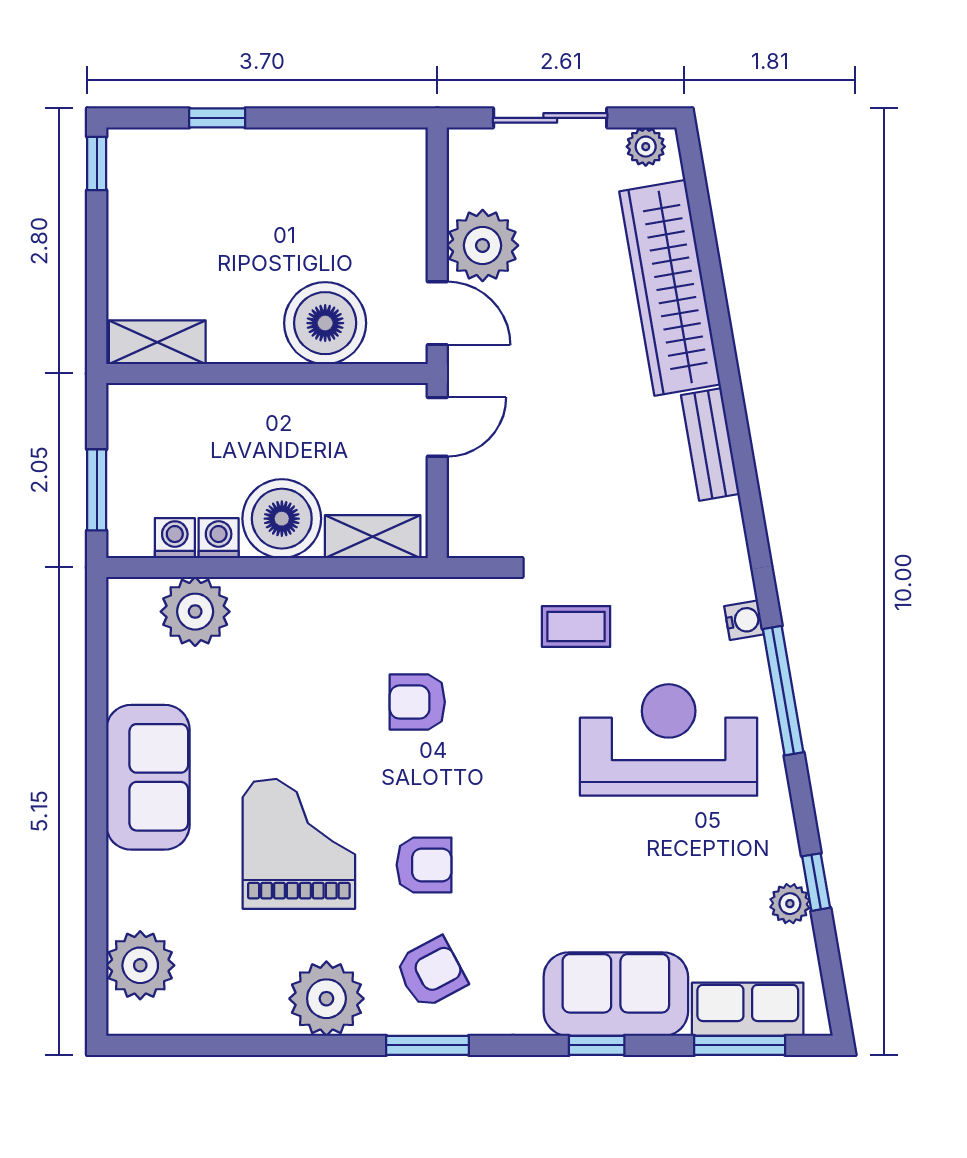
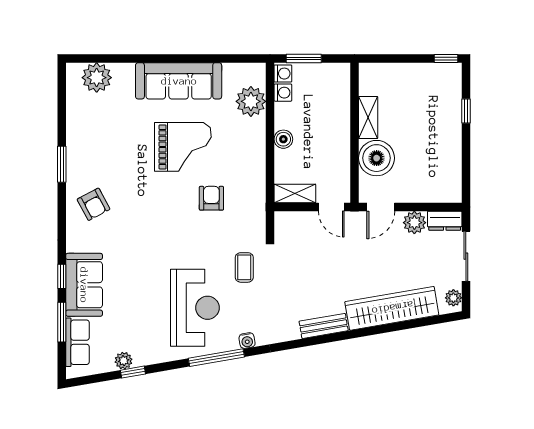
dresser: (469, 167) -> (445, 221), added
plant: (483, 245) -> (414, 223), width x0.73, depth x0.73
shelving: (157, 342) -> (368, 117), moved
boiler: (282, 519) -> (283, 139), width x0.54, depth x0.54
shelving: (373, 537) -> (295, 193), moved, turned 90
washing machine: (219, 538) -> (283, 74), moved
sofa: (148, 777) -> (179, 81), width x1.36
grand piano: (299, 844) -> (183, 147), moved
armchair: (424, 865) -> (140, 201), removed
plant: (326, 999) -> (82, 159), removed
window: (427, 1045) -> (62, 164), moved
window: (740, 1045) -> (62, 322), moved

